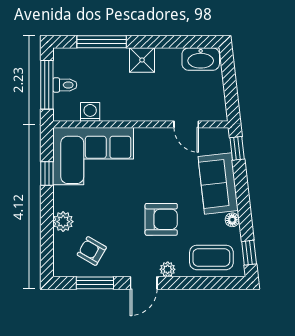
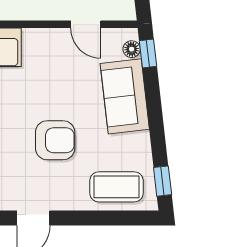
floor lamp: (232, 220) -> (132, 49), moved
plant: (168, 269) -> (63, 201), removed

